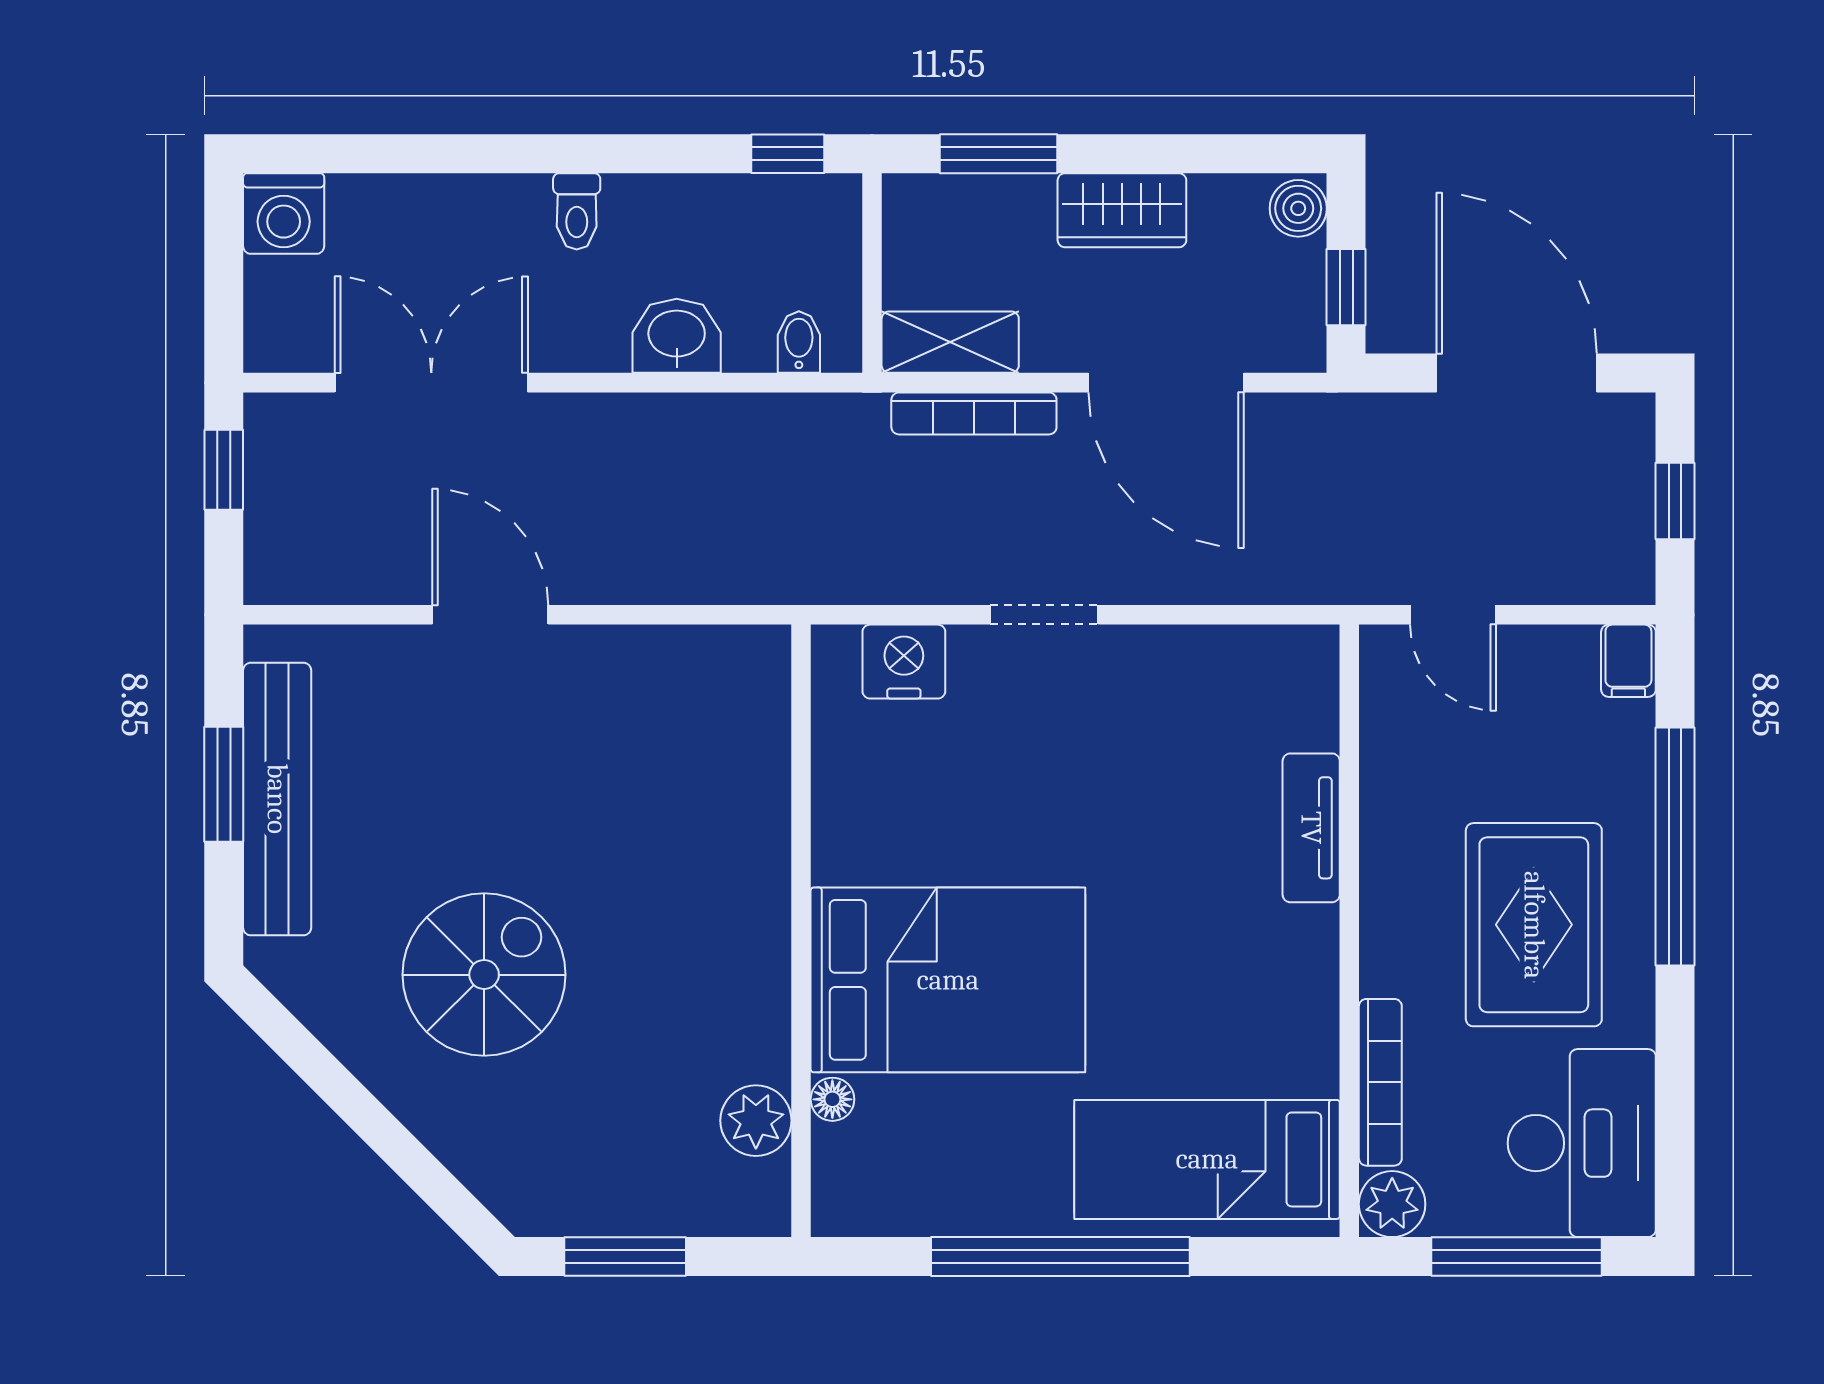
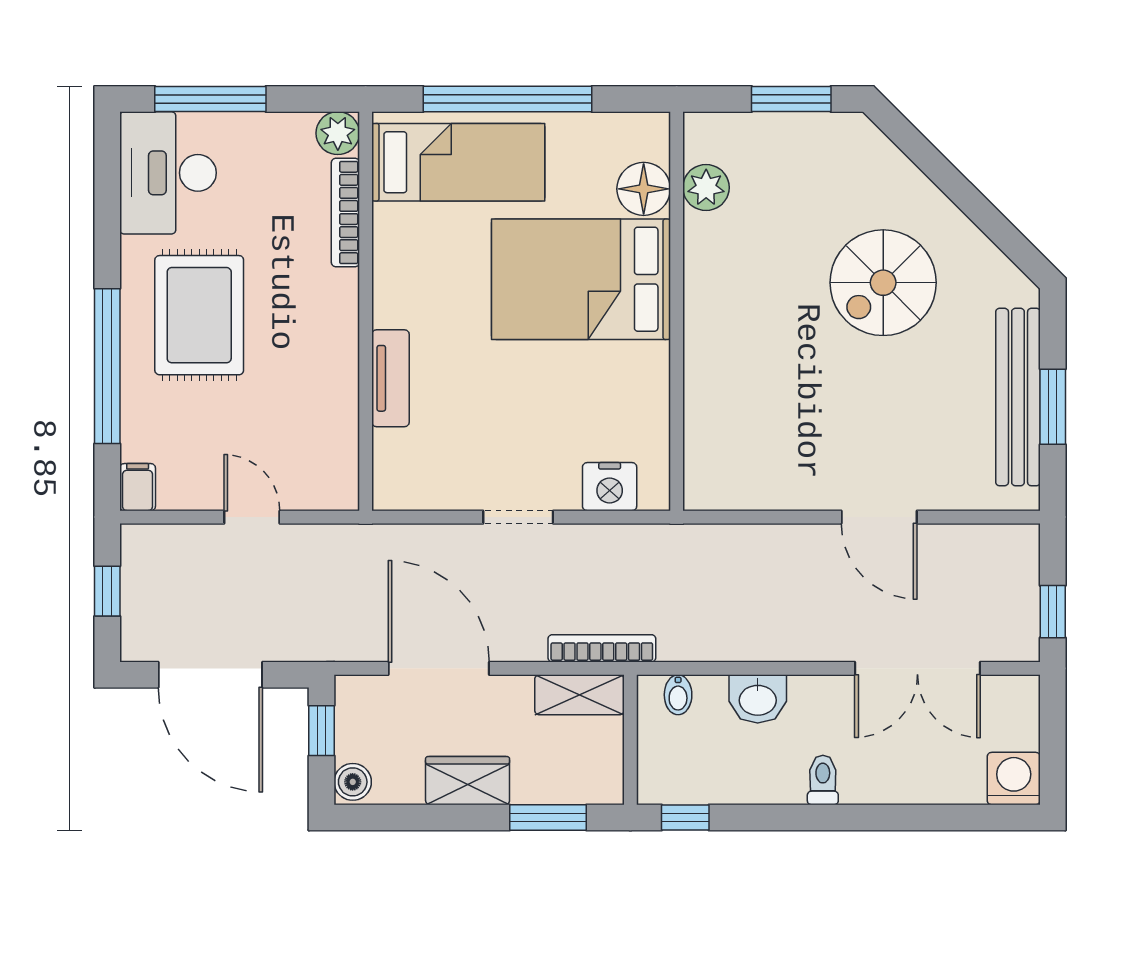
bookcase: (974, 413) -> (602, 648), moved
tv unit: (1311, 828) -> (390, 378), moved
wall: (1349, 931) -> (366, 311), moved
bookcase: (1380, 1082) -> (345, 212), moved
floor lamp: (832, 1099) -> (644, 189), width x1.89, depth x1.89
bed: (1207, 1159) -> (458, 162), moved
plant: (1392, 1204) -> (338, 133), moved

